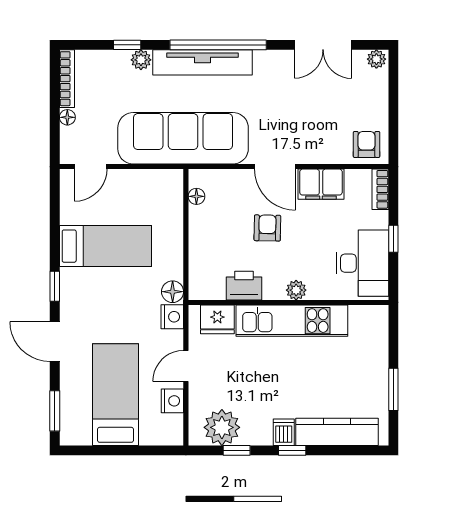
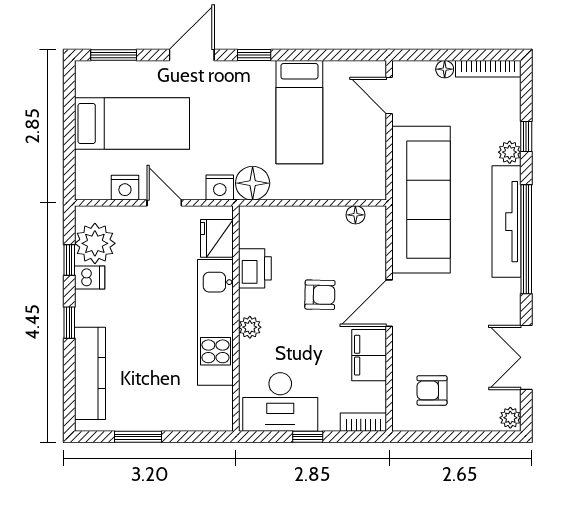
armchair: (367, 144) -> (432, 390), moved, turned 180
floor lamp: (173, 292) -> (253, 183), width x1.38, depth x1.38
dishwasher: (284, 432) -> (90, 278), moved

